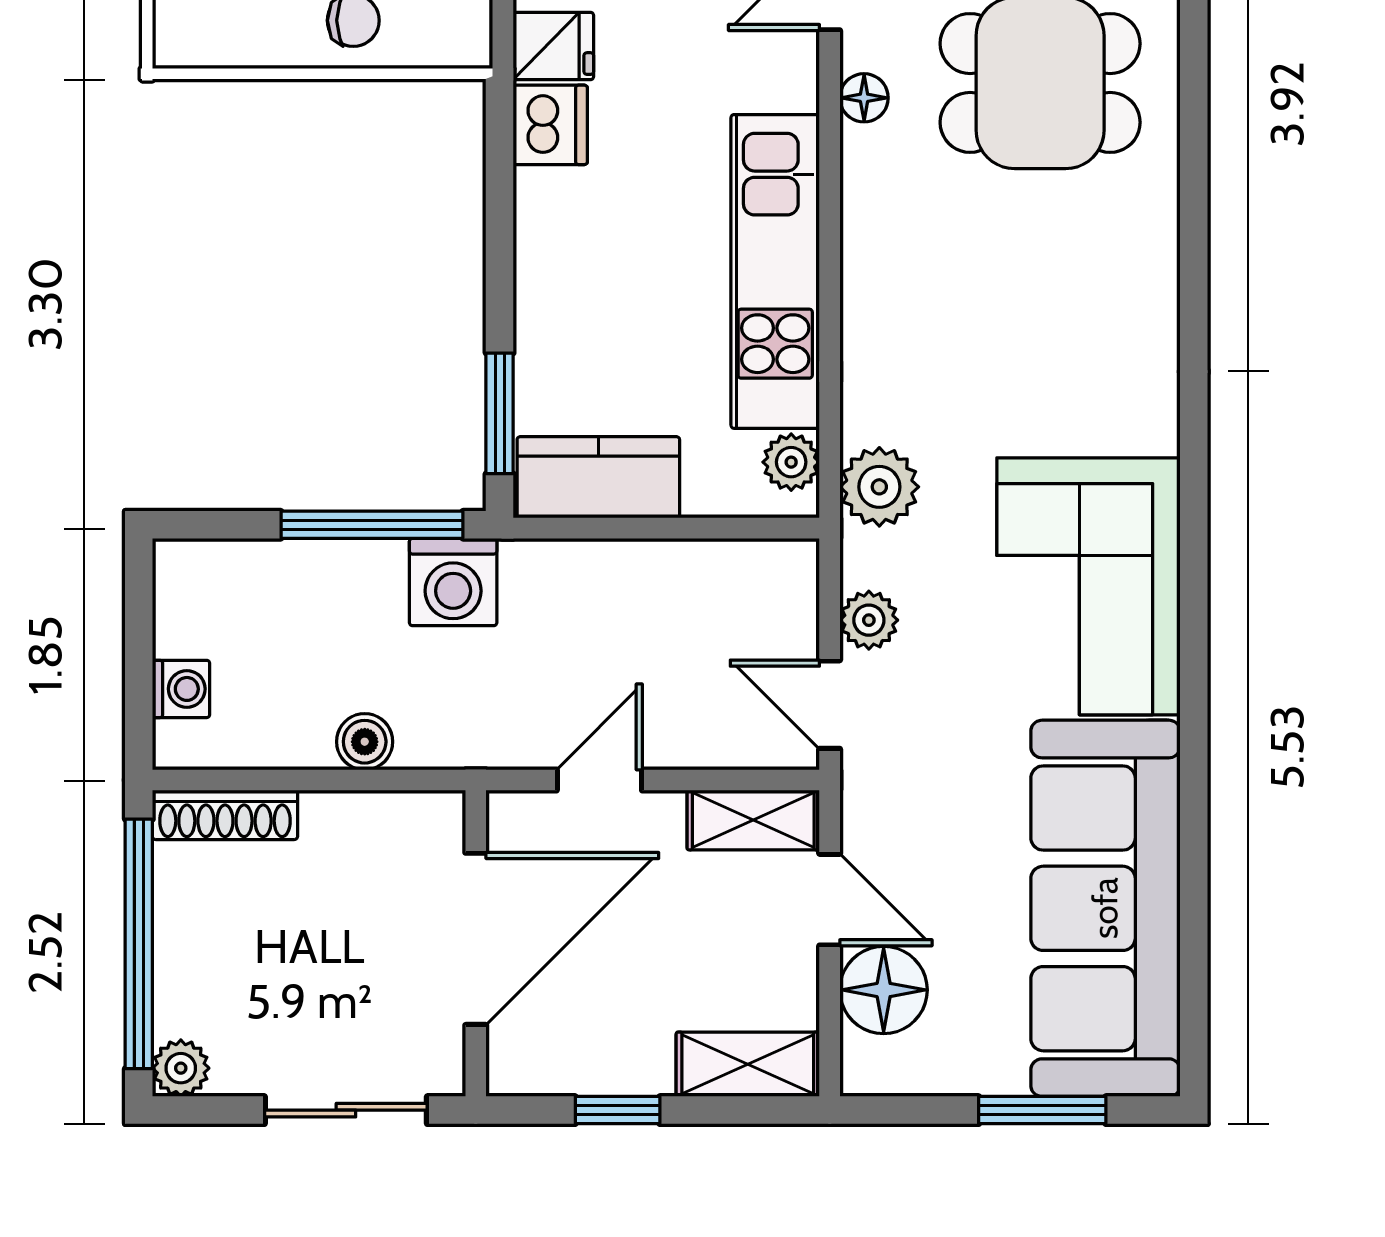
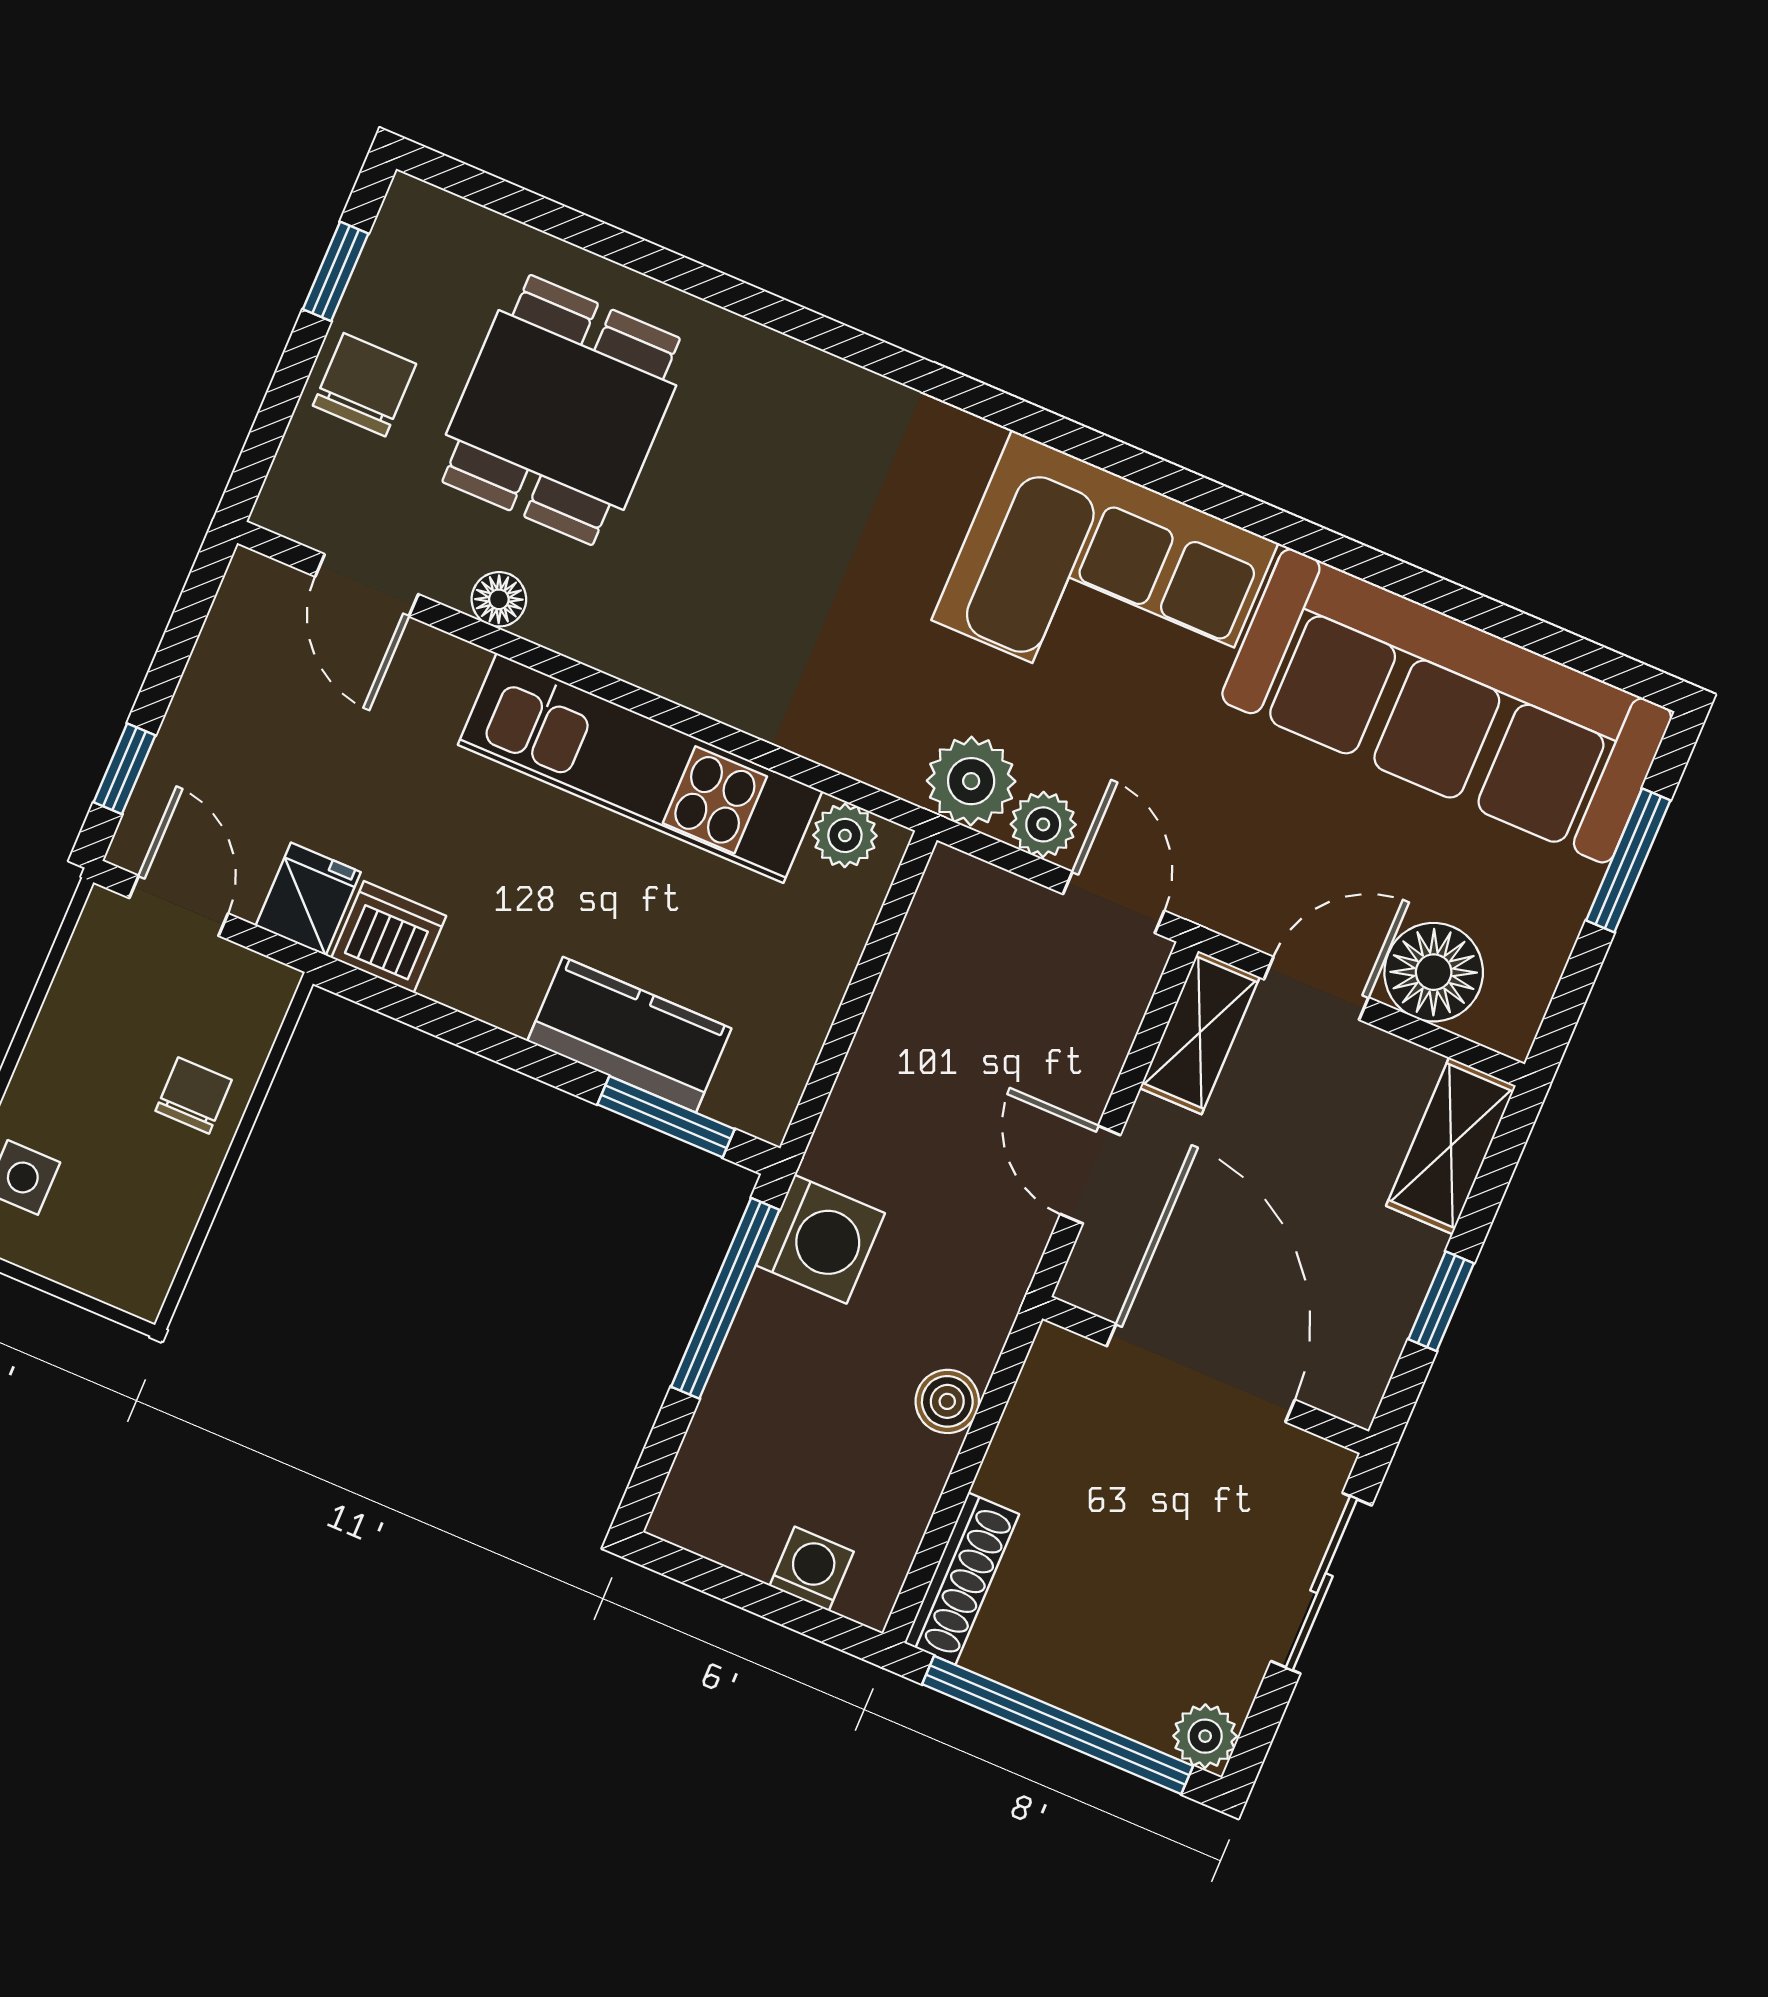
kitchen counter: (598, 477) -> (629, 1035), moved, turned 90
plant: (879, 487) -> (971, 781), moved
door: (830, 705) -> (1114, 902), swing flipped

